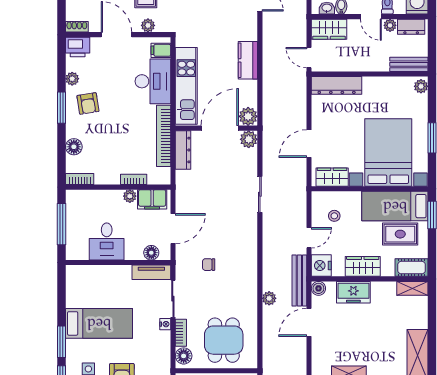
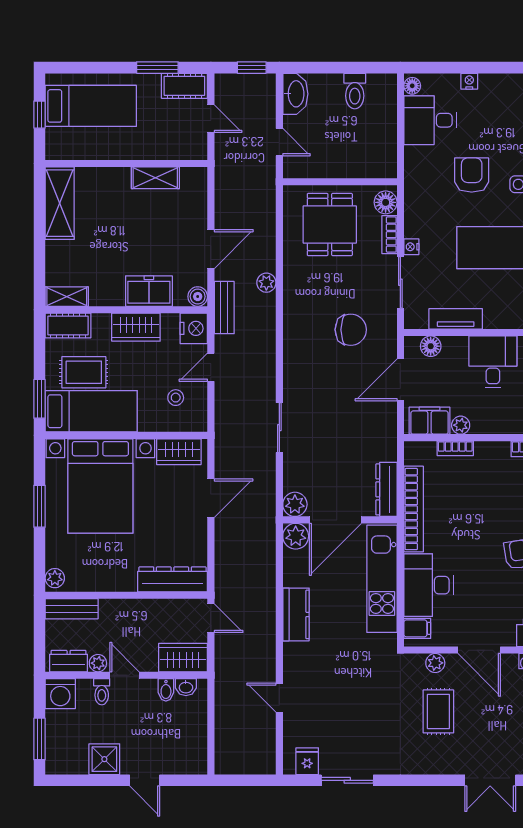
chair: (209, 265) -> (351, 330), width x1.87, depth x1.87
tv unit: (151, 272) -> (456, 319), moved
bench: (299, 280) -> (224, 308), width x0.73

